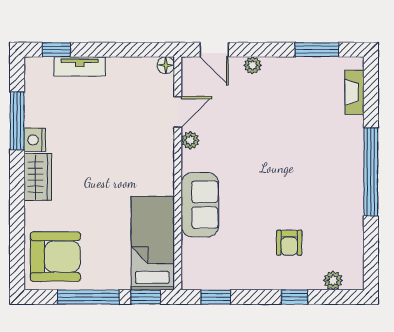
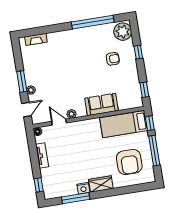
window: (317, 50) -> (22, 81), moved
tv unit: (80, 66) -> (42, 155), moved
window: (371, 172) -> (93, 22), moved
armchair: (55, 257) -> (129, 162), moved, turned 180
plant: (333, 280) -> (123, 32), width x1.88, depth x1.88

